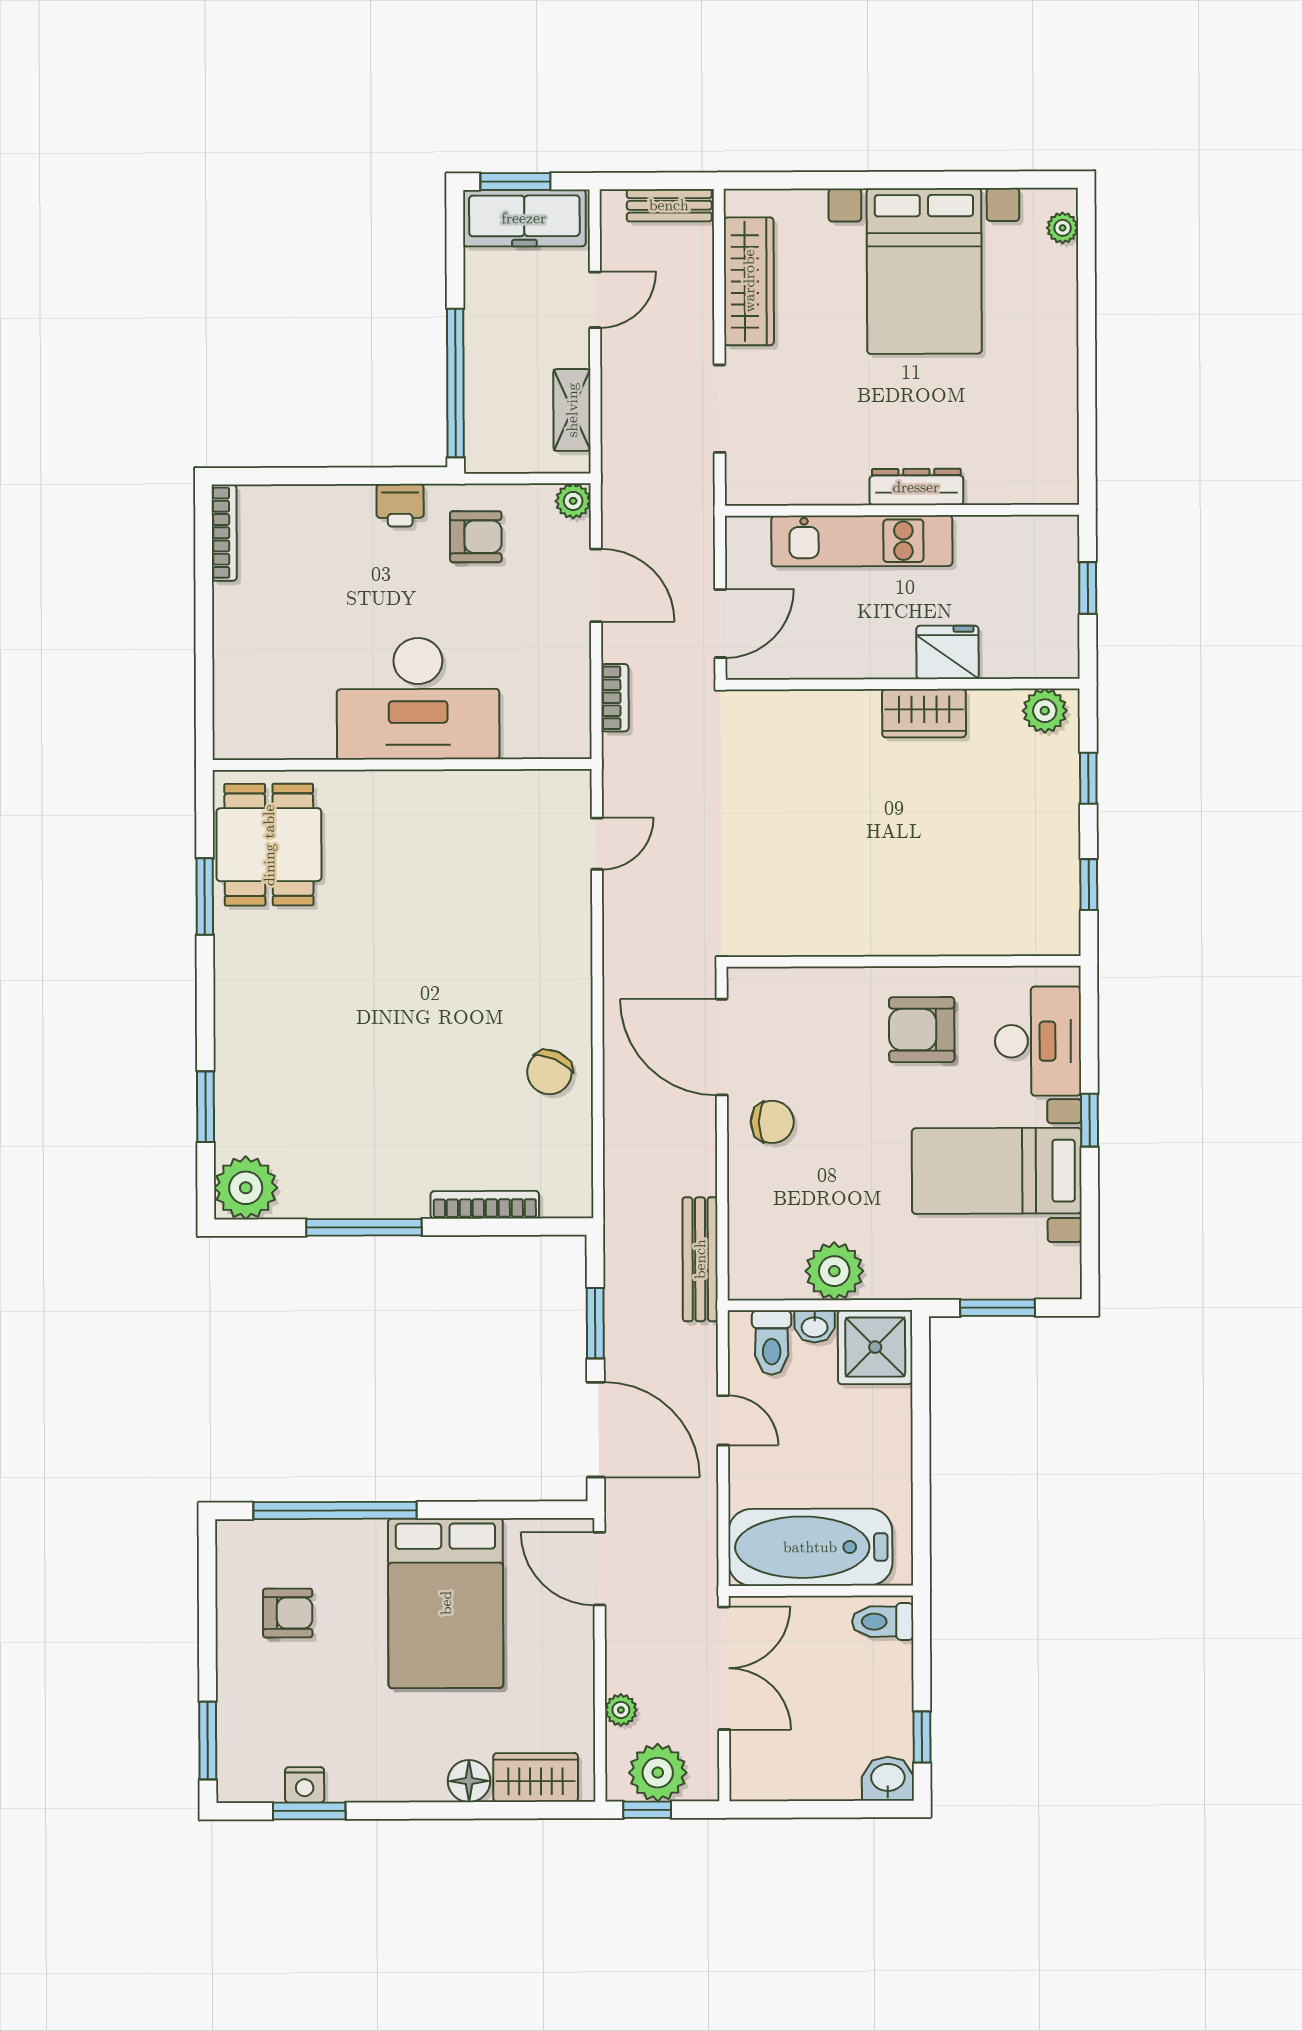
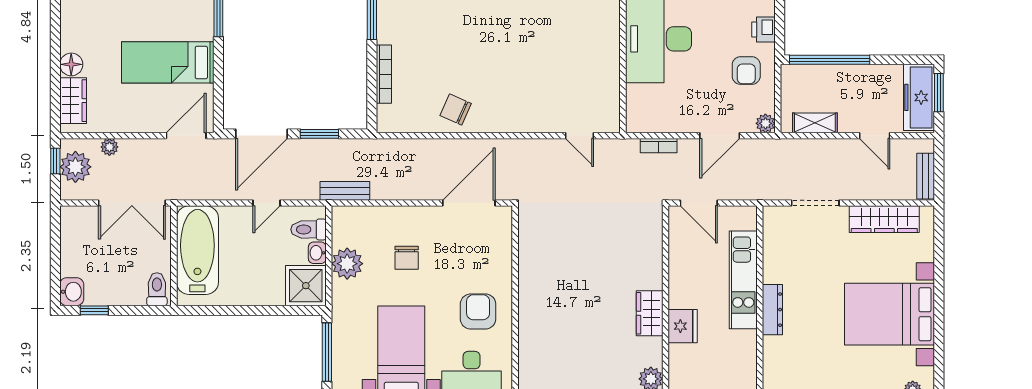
chair: (772, 1122) -> (407, 258), moved
bench: (700, 1259) -> (345, 191), width x0.73
window: (998, 1308) -> (327, 352), width x1.44
bed: (446, 1603) -> (168, 62), width x0.67

